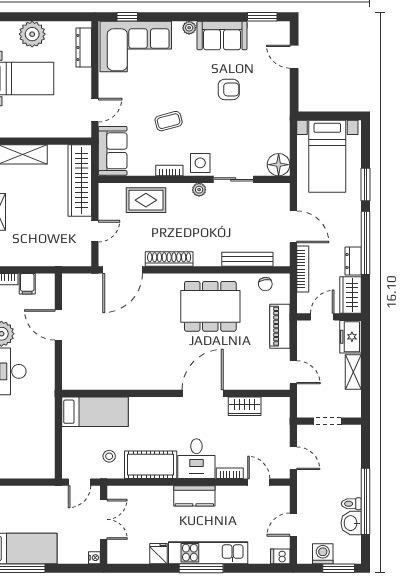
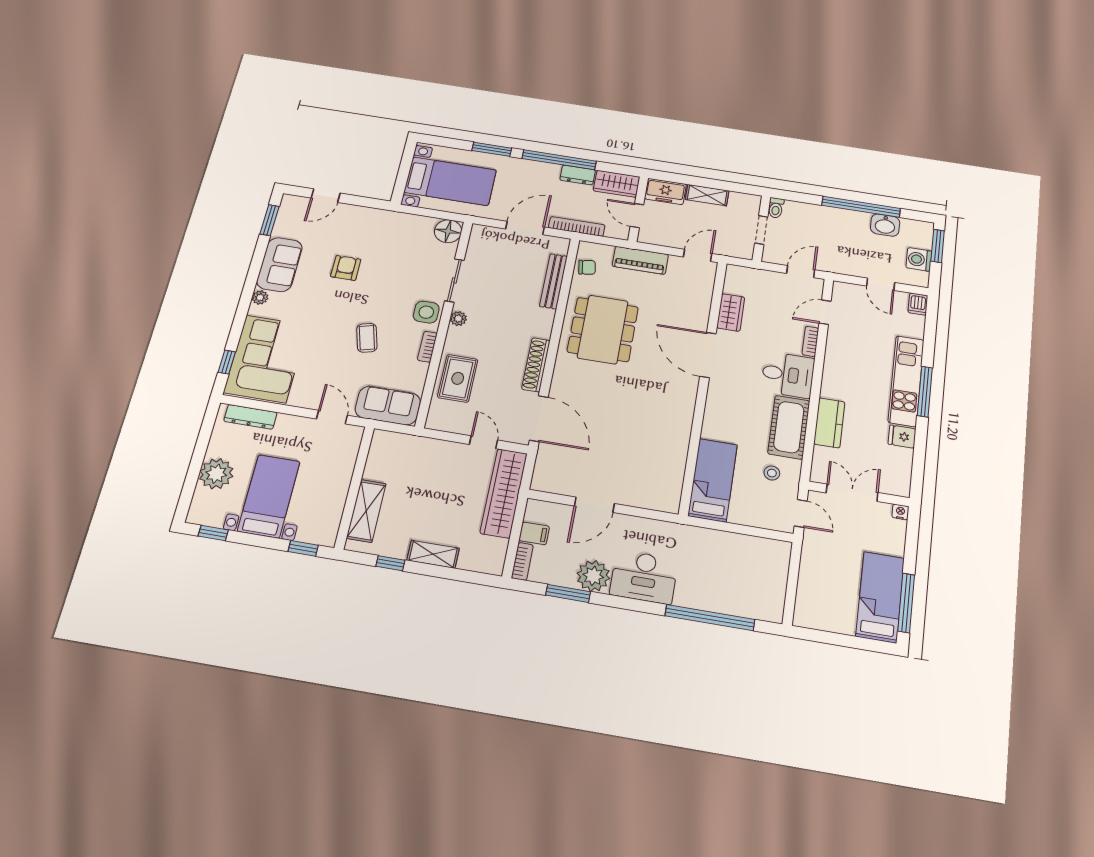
wardrobe: (80, 180) -> (504, 493), moved, turned 90
kitchen counter: (194, 496) -> (829, 423), moved
toilet: (351, 504) -> (776, 208), moved

